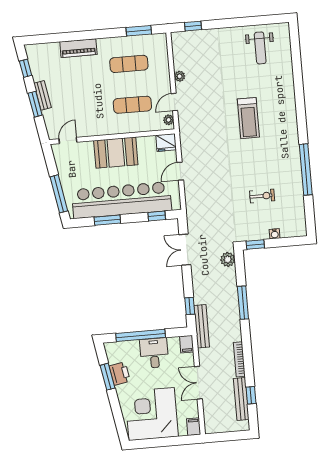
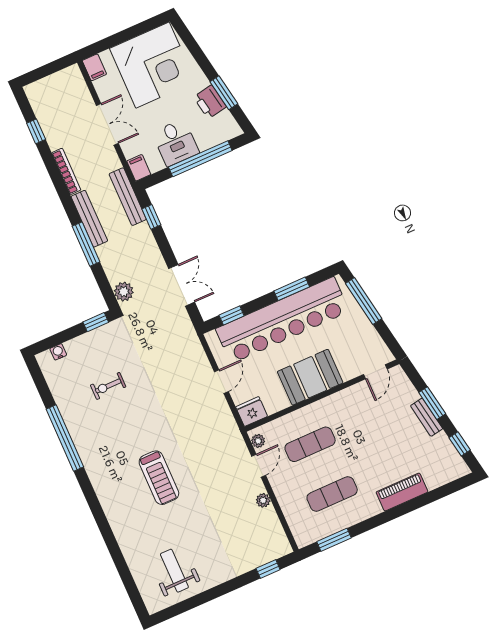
treadmill: (248, 118) -> (159, 478), turned 180
water cooler: (275, 234) -> (58, 352), moved
bench: (241, 399) -> (89, 219), moved

